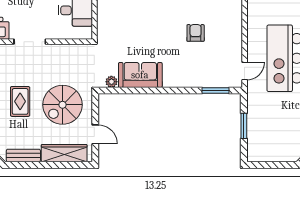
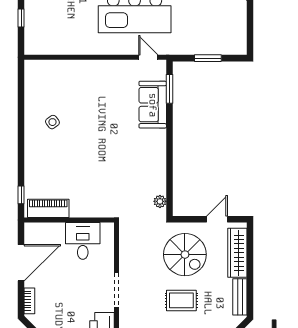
armchair: (196, 33) -> (107, 110), removed
sofa: (140, 75) -> (153, 105), moved

